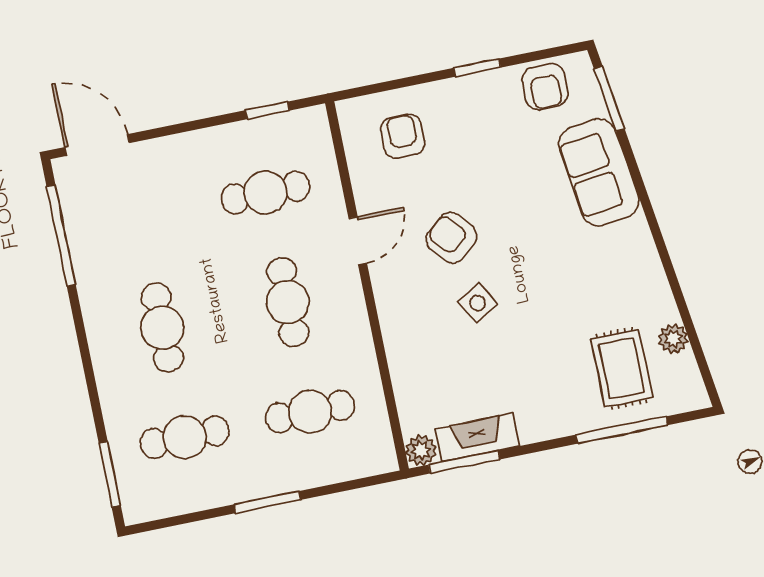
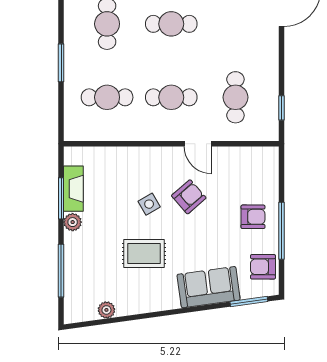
window: (477, 68) -> (281, 231), width x2.17
armchair: (403, 136) -> (253, 217), moved
rug: (622, 368) -> (144, 253), moved
cafe table: (310, 412) -> (107, 97), turned 90
plant: (421, 450) -> (73, 222), moved
window: (464, 462) -> (61, 198), moved

